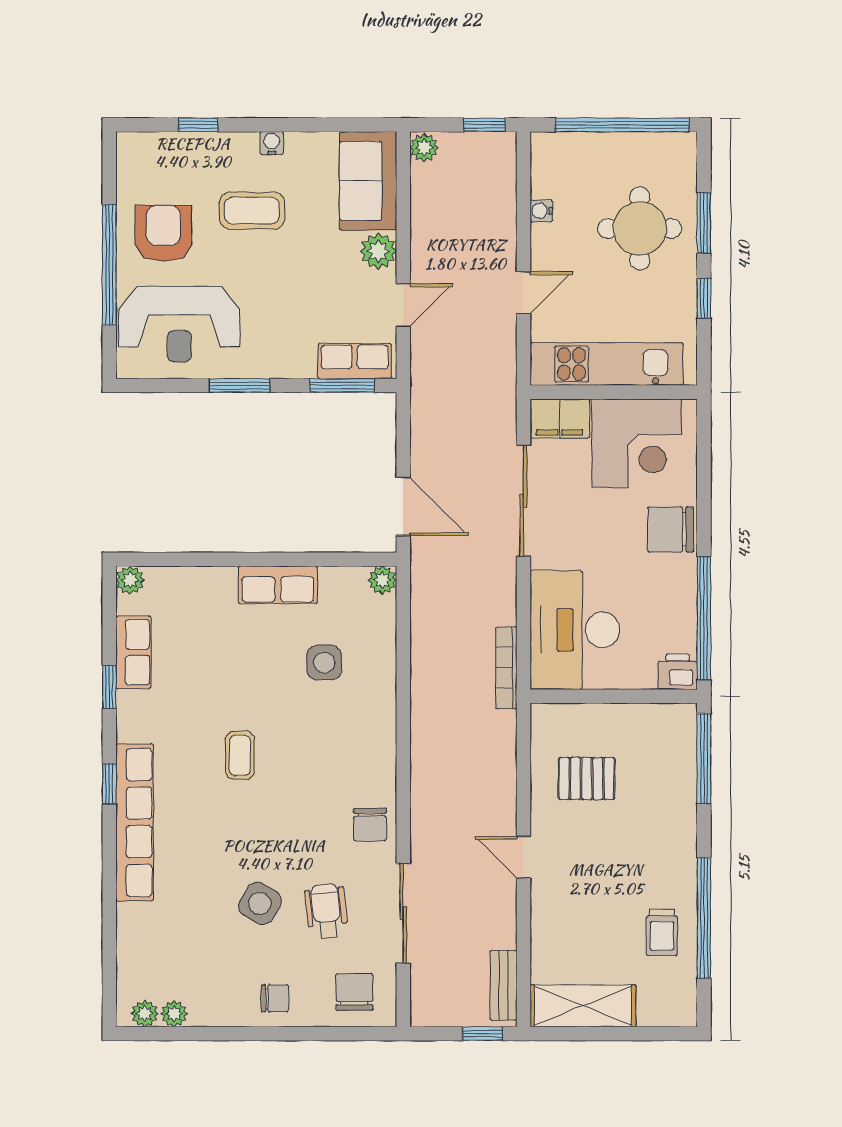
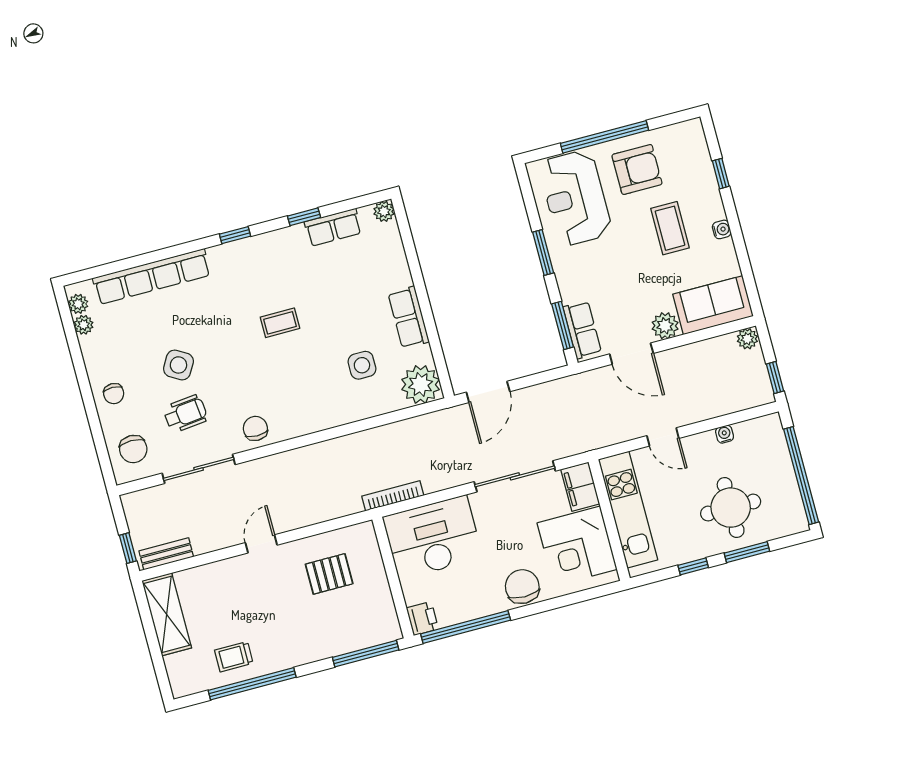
door: (403, 305) -> (631, 354), width x1.38
plant: (382, 580) -> (421, 384), width x1.88, depth x1.88
pallet: (587, 779) -> (329, 574), turned 90
row of seats: (135, 822) -> (152, 277), moved
chair: (370, 824) -> (255, 428), turned 90
chair: (354, 992) -> (133, 449), turned 90

